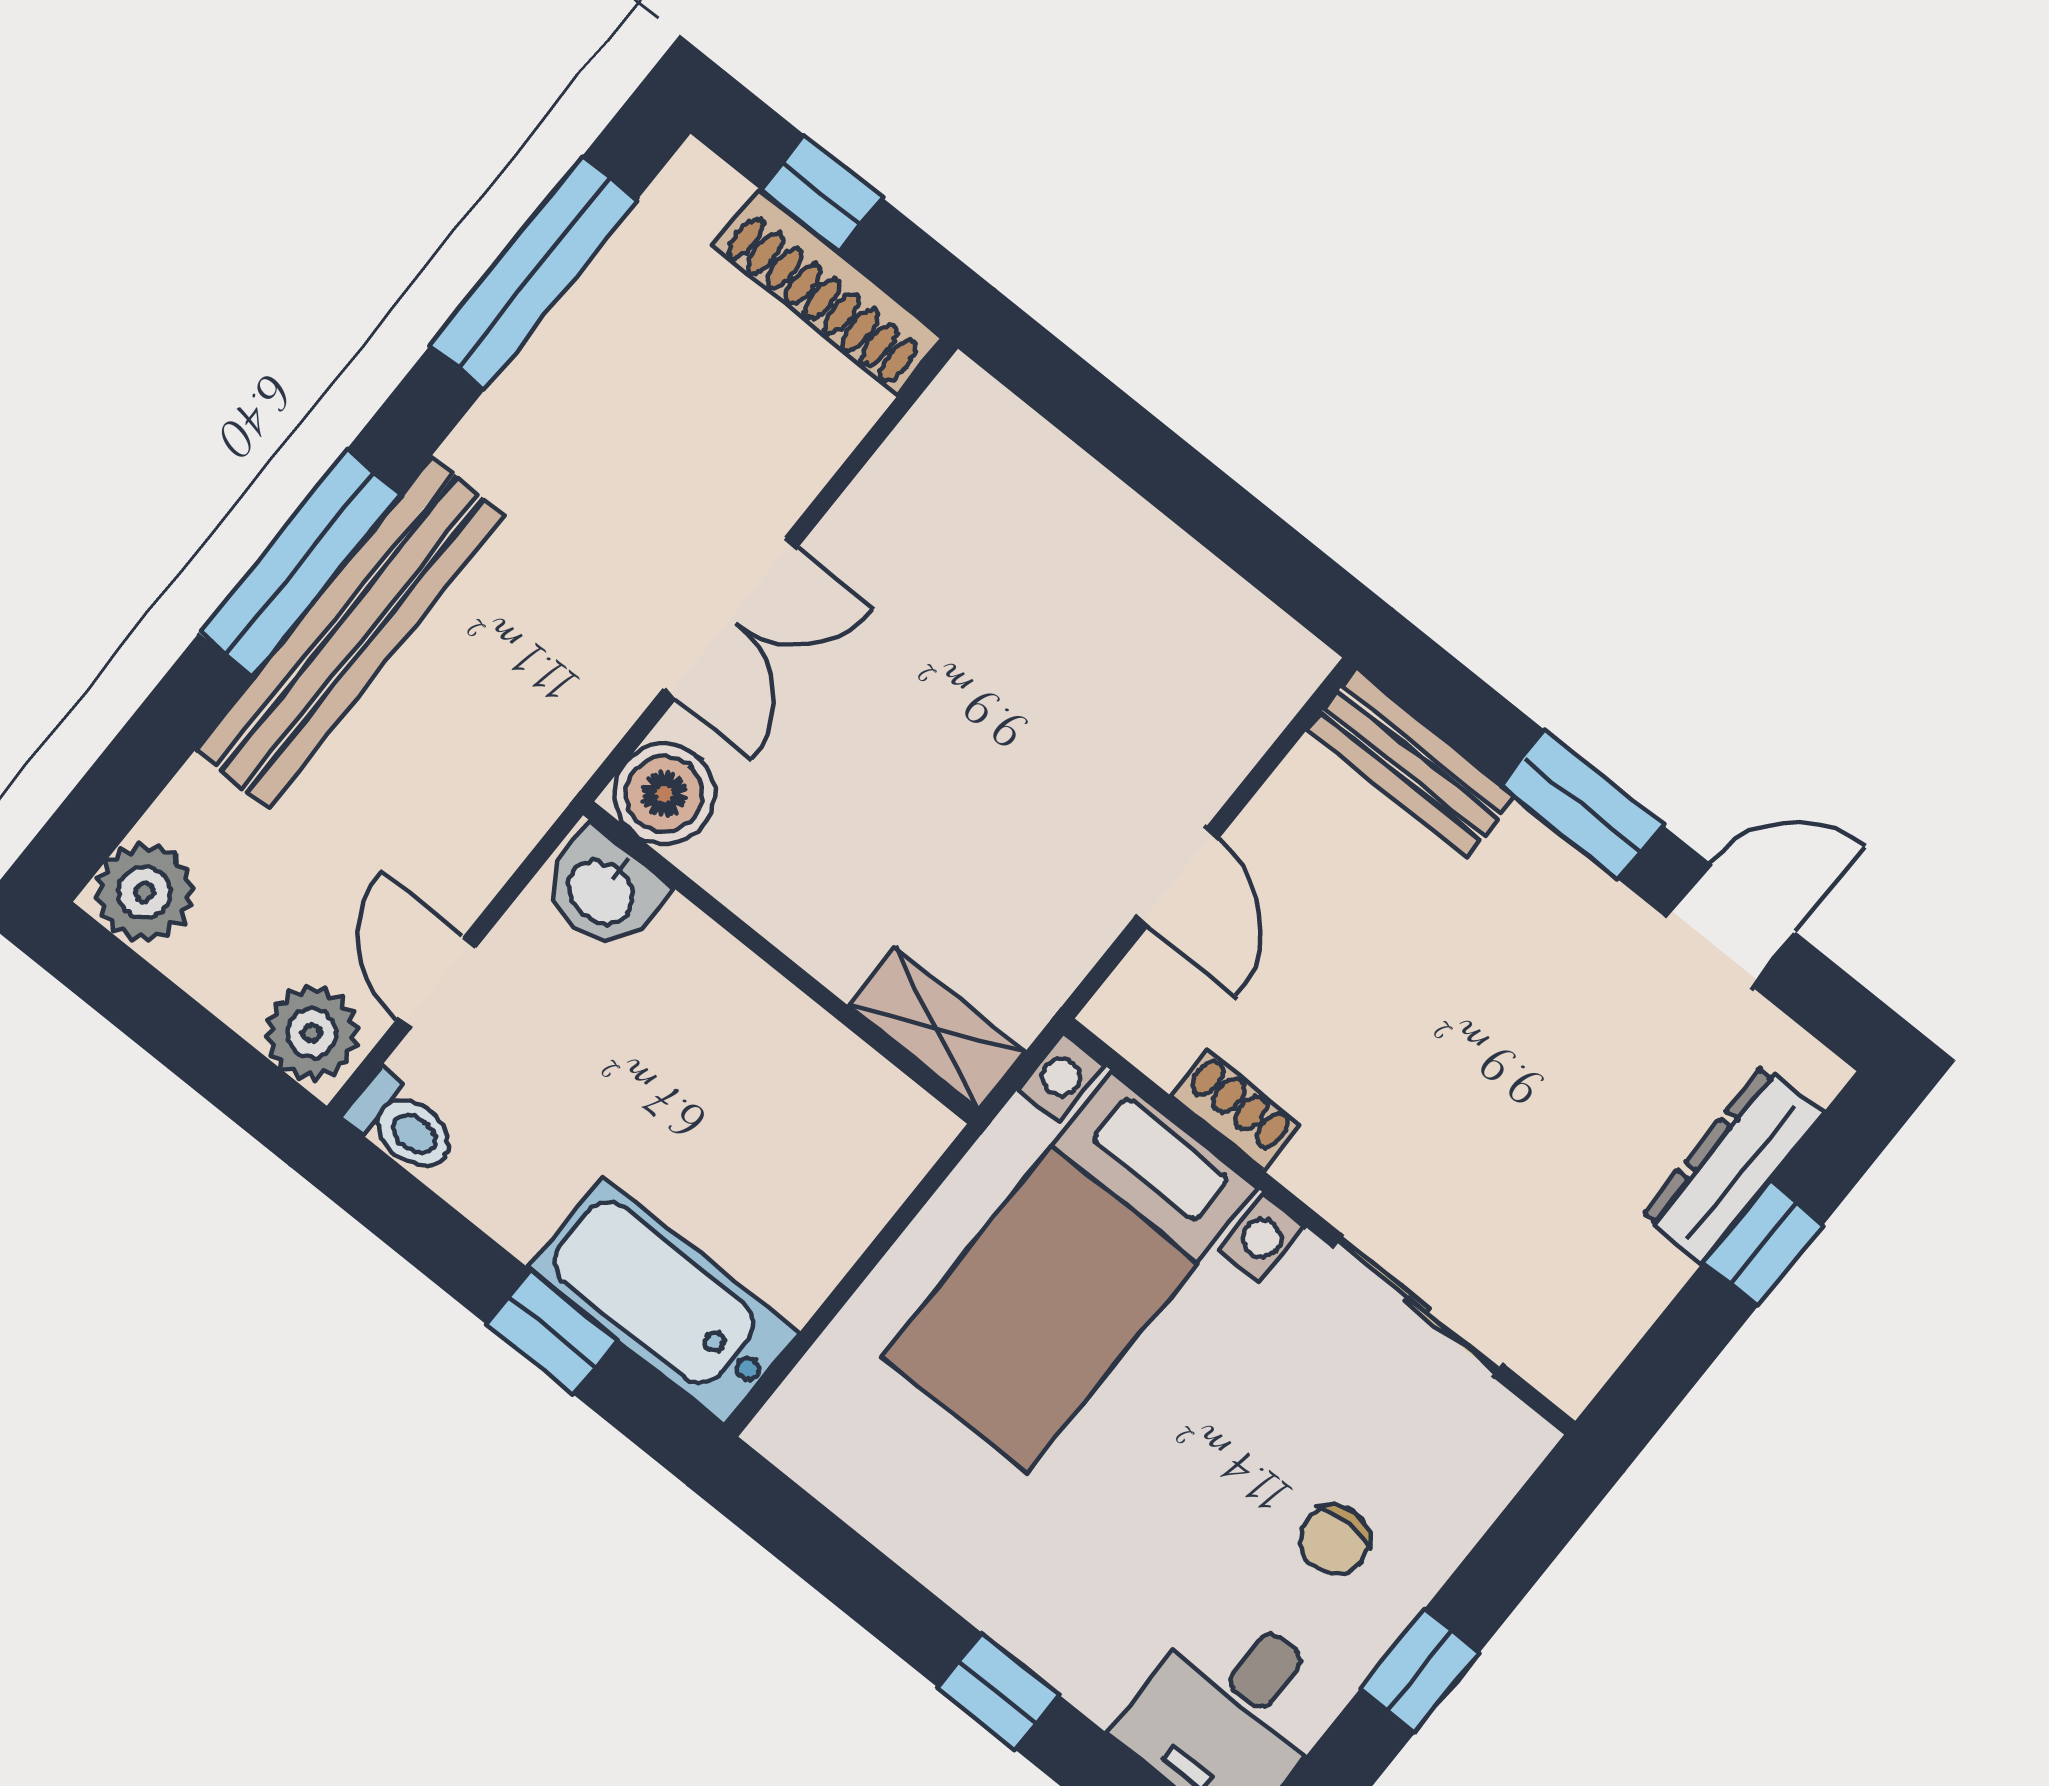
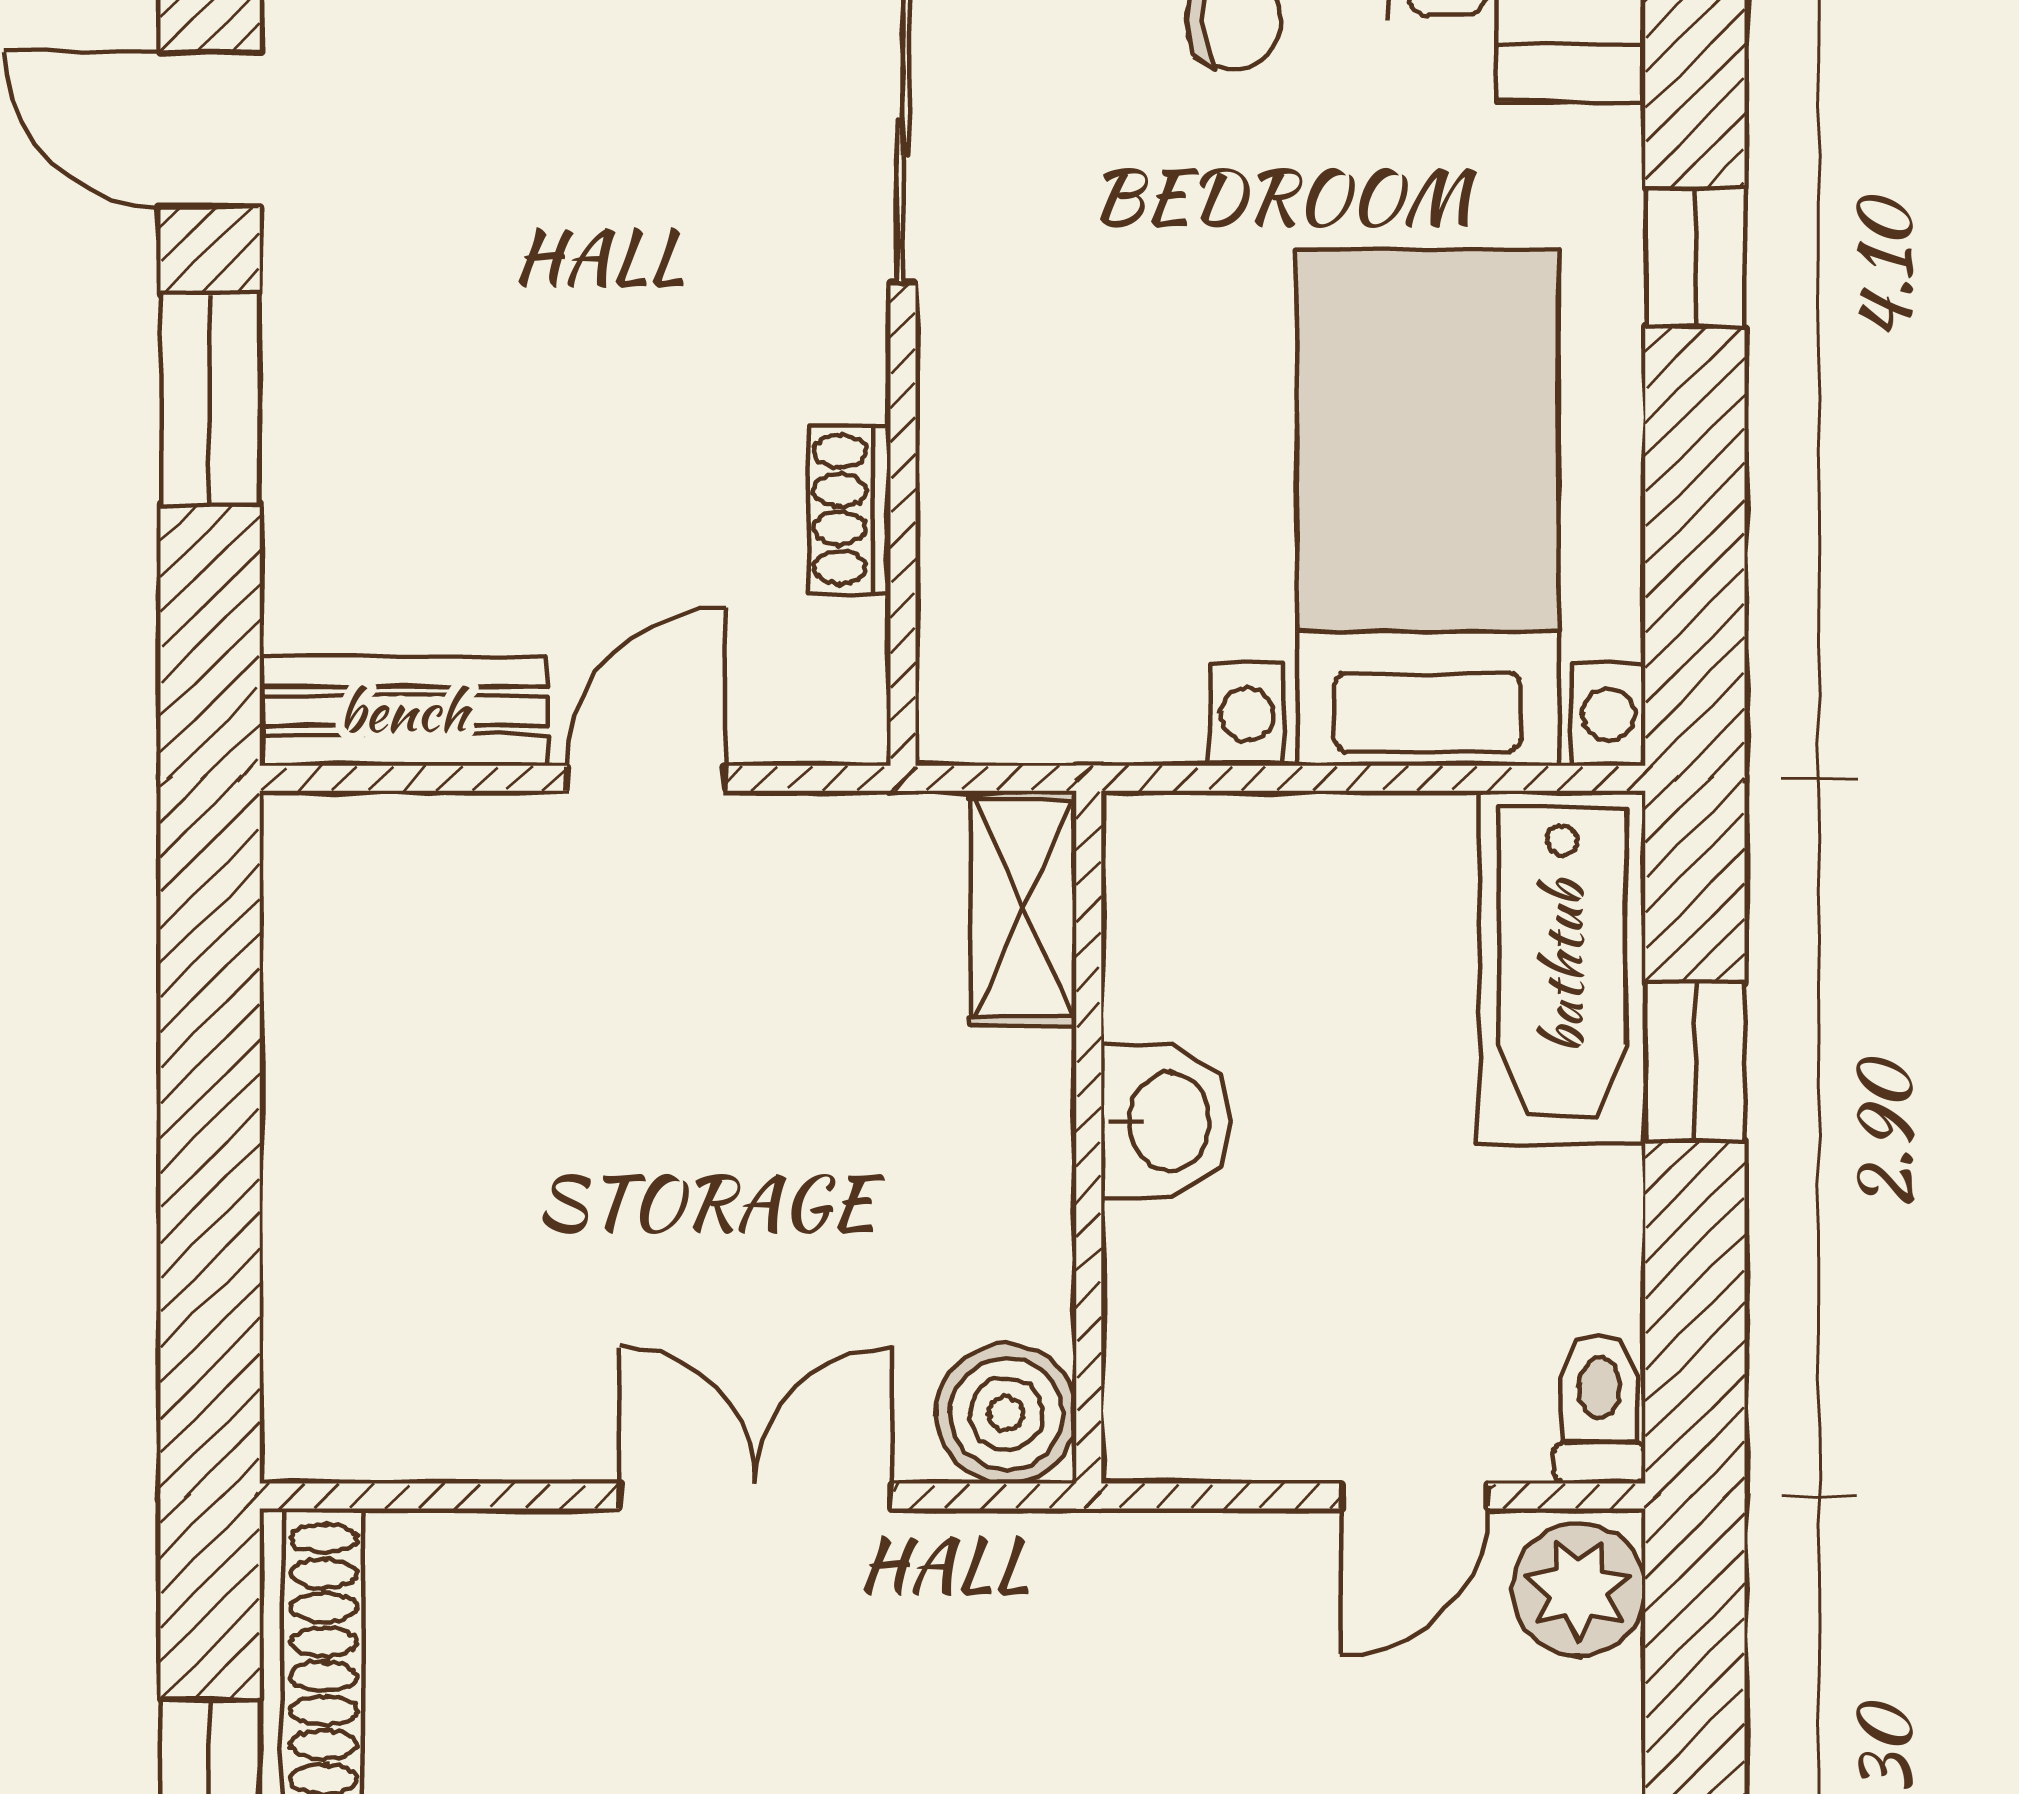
bench: (1411, 763) -> (403, 711), moved, turned 90
washbasin: (603, 890) -> (1166, 1121), moved
bed with nightstands: (1069, 1272) -> (1428, 508), moved, turned -90

